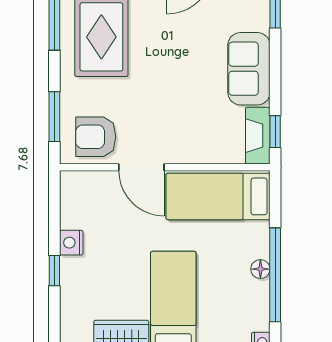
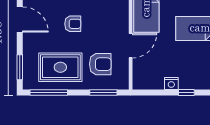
armchair: (182, 60) -> (73, 24), added
armchair: (96, 137) -> (100, 64), moved, turned -90

